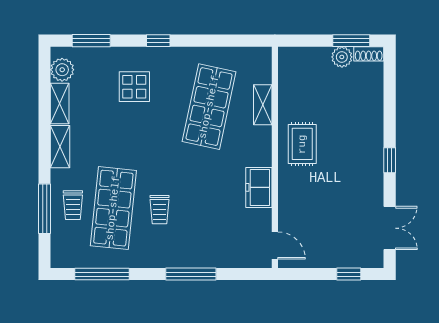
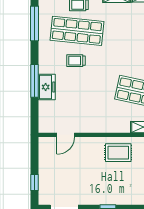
freezer: (259, 187) -> (47, 87), moved, turned 90
door: (275, 246) -> (66, 135), moved

